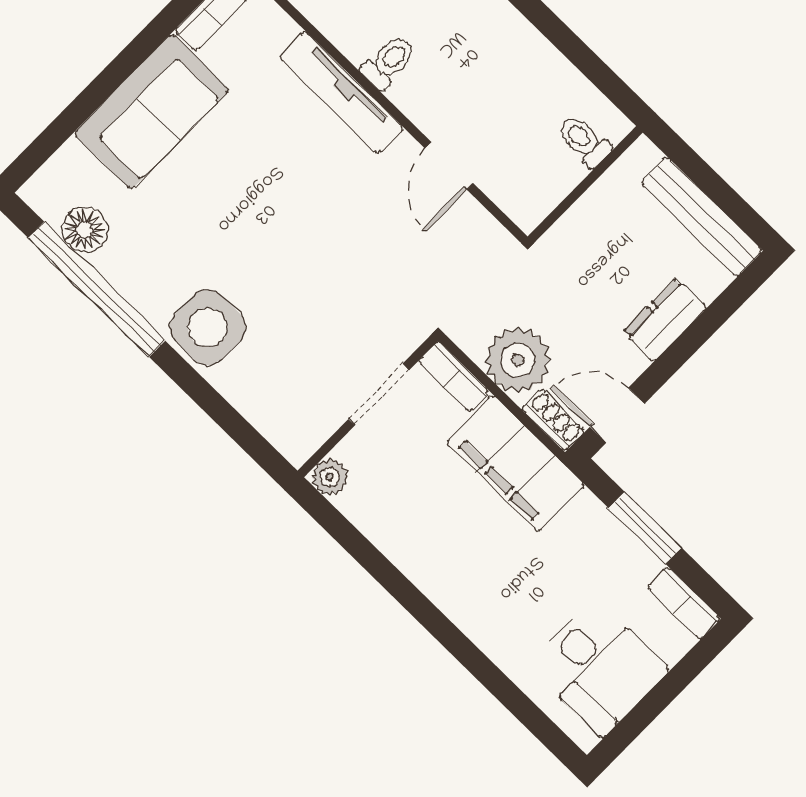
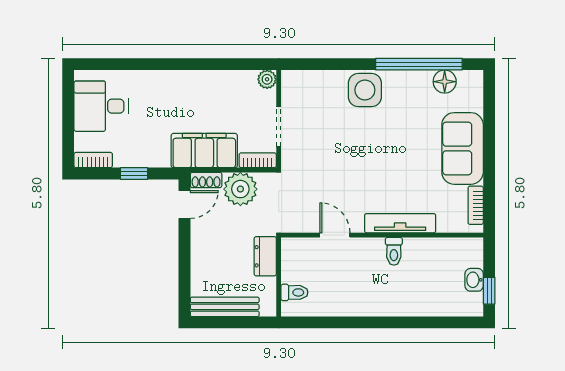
dresser: (665, 320) -> (265, 256), moved, turned 180
window: (645, 528) -> (134, 173), width x0.67

